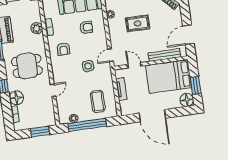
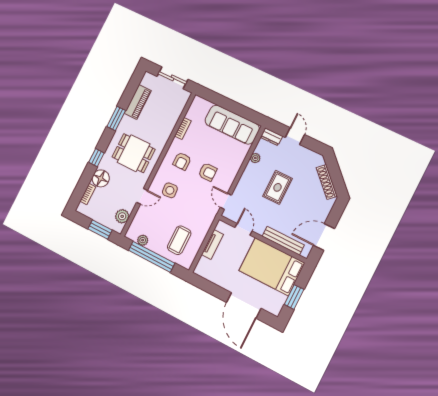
rug: (138, 23) -> (277, 187), turned 90
armchair: (86, 27) -> (208, 172), moved
plant: (37, 28) -> (122, 216), moved
door: (111, 55) -> (226, 201), hinge flipped
side table: (88, 66) -> (170, 190), moved
floor lamp: (187, 100) -> (274, 306), removed
door: (152, 116) -> (244, 305), moved

